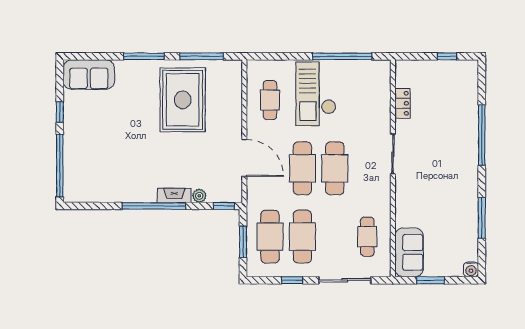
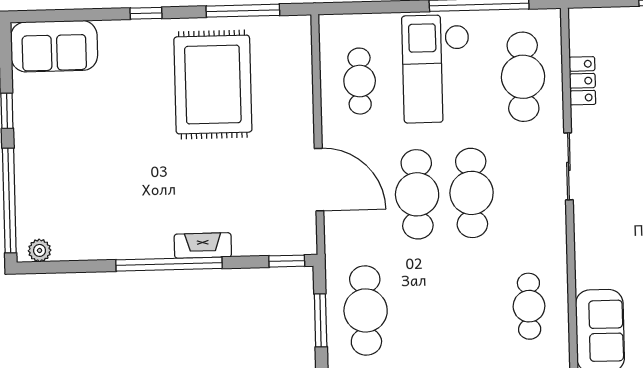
window: (144, 56) -> (146, 13), width x0.46
plant: (199, 196) -> (40, 250), moved
cafe table: (302, 237) -> (523, 77), moved

